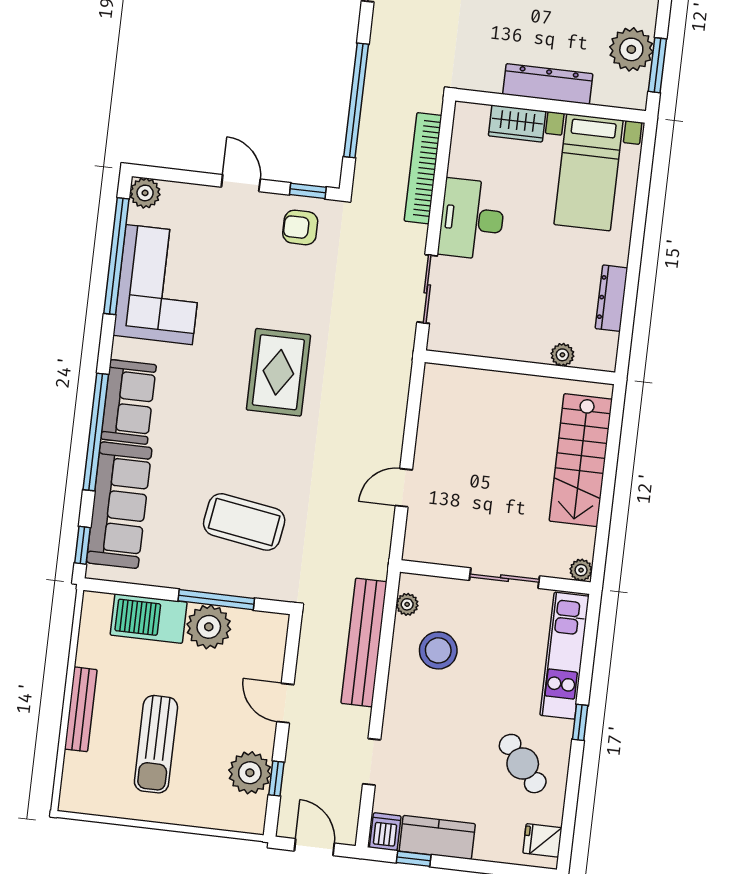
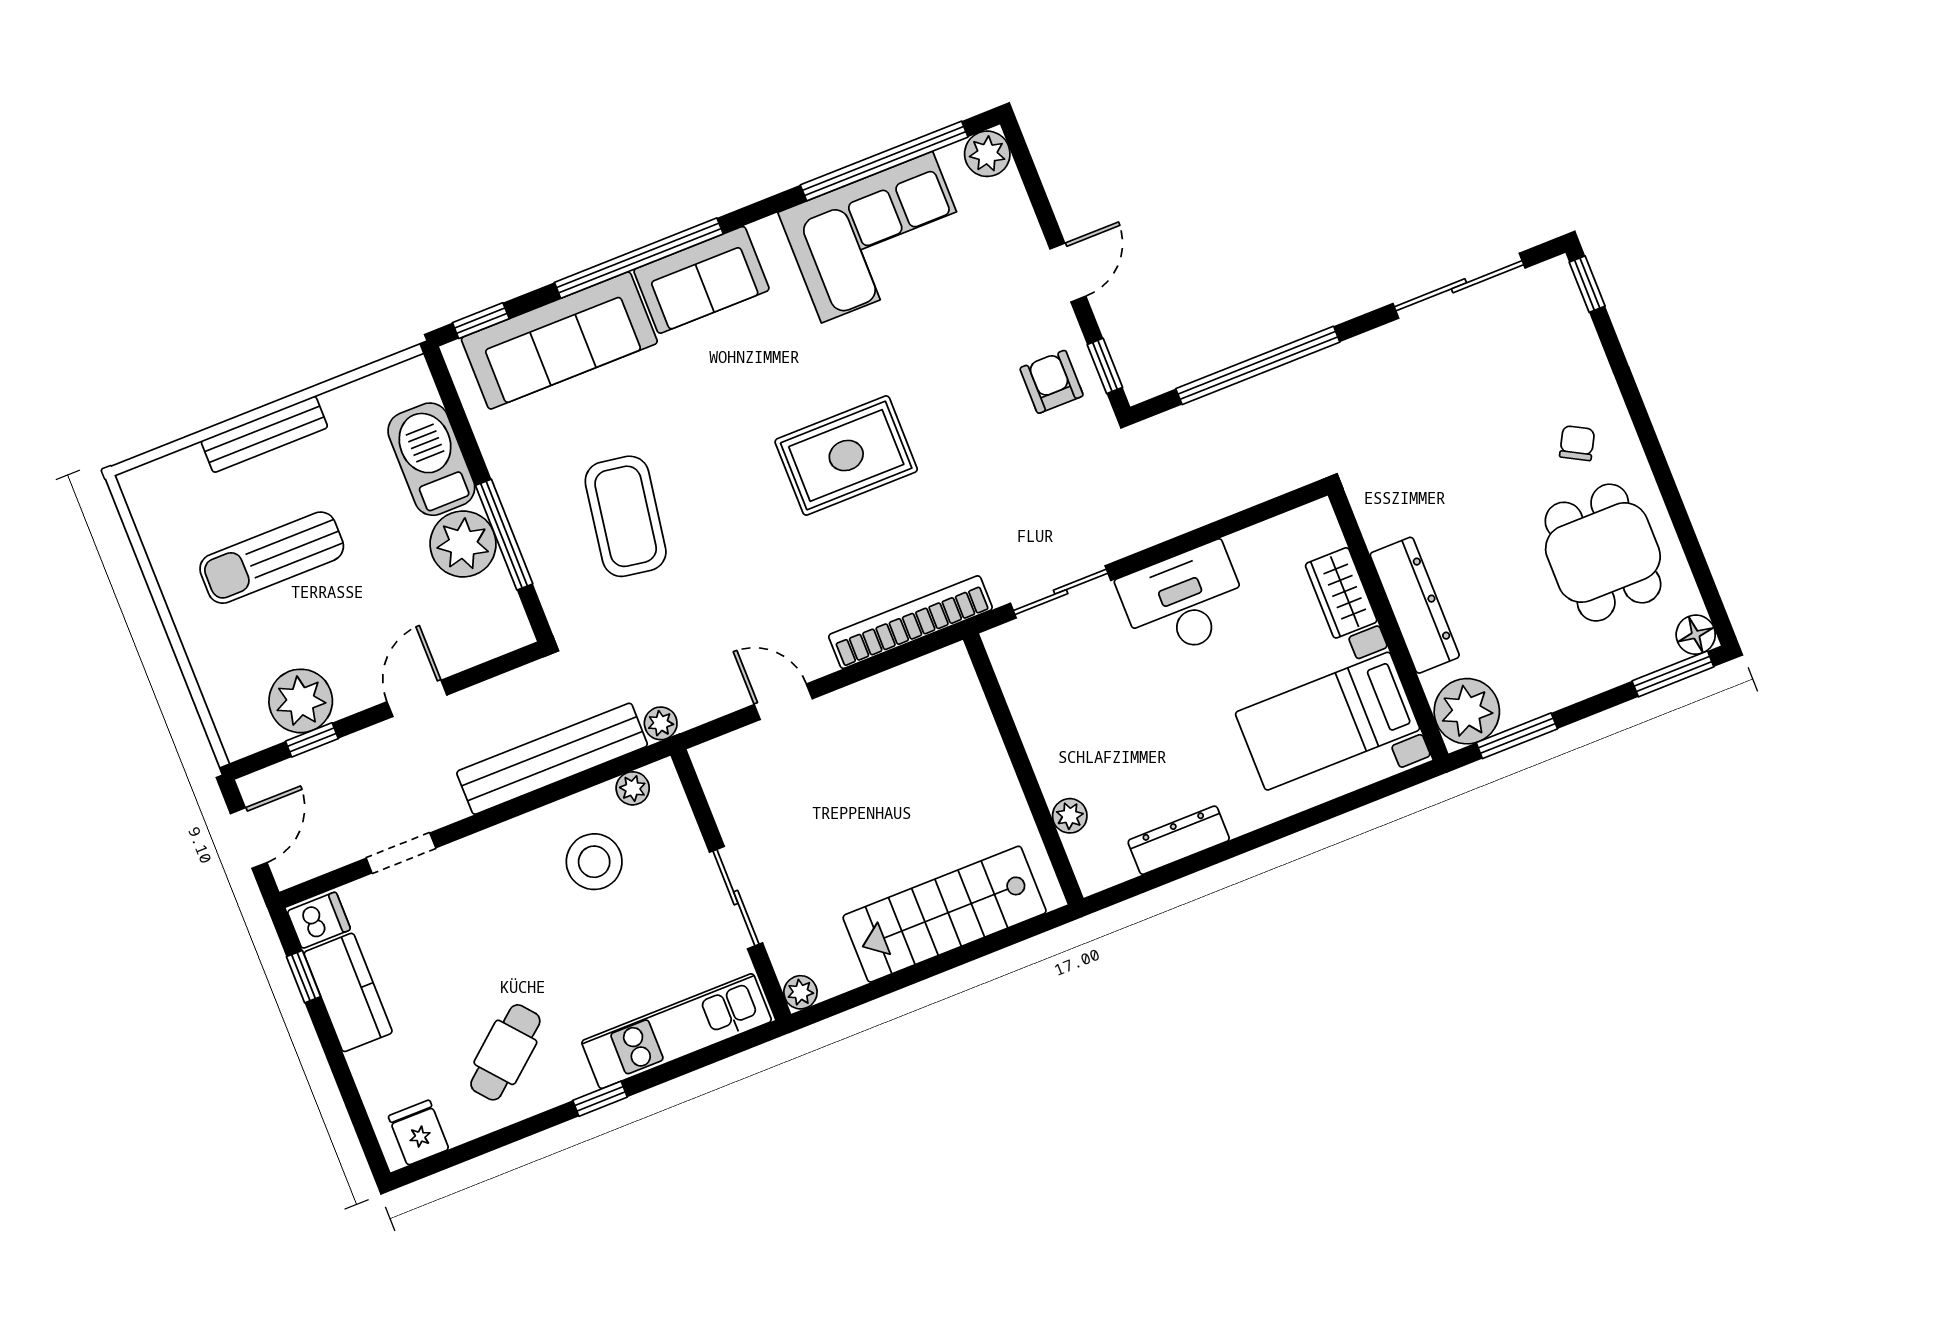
plant: (631, 49) -> (1467, 711), moved
bookcase: (423, 168) -> (910, 622), moved
plant: (378, 567) -> (661, 723), added

